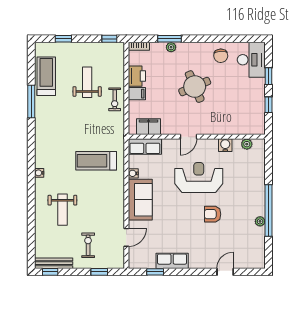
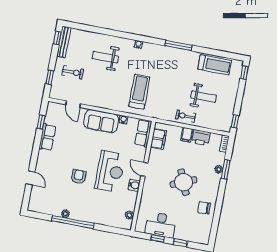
window: (63, 39) -> (244, 73), moved
desk: (251, 60) -> (161, 225), moved
window: (31, 101) -> (179, 45), moved
water cooler: (225, 145) -> (134, 185), moved

